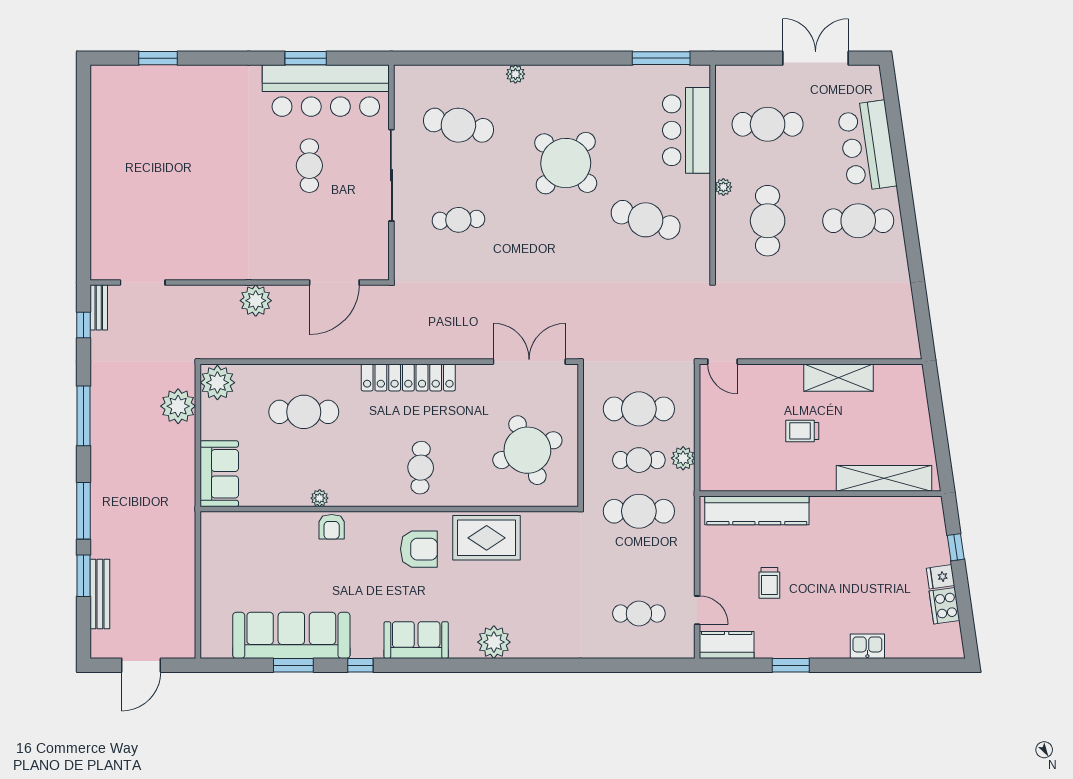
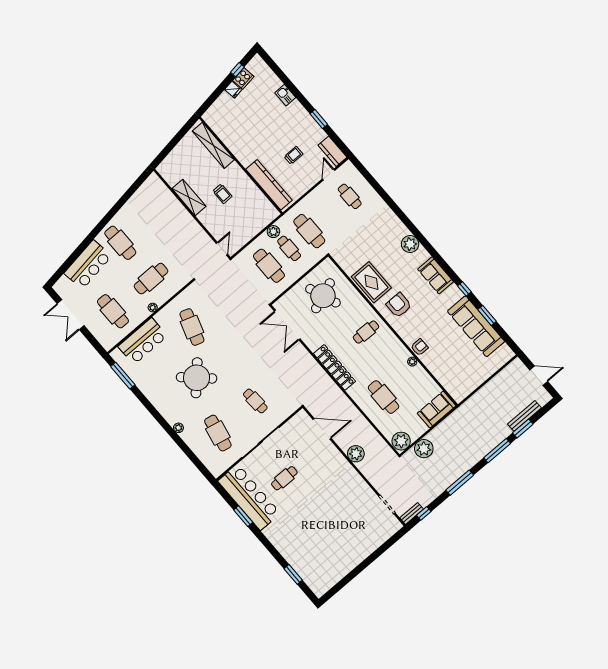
window: (956, 547) -> (237, 70), moved

